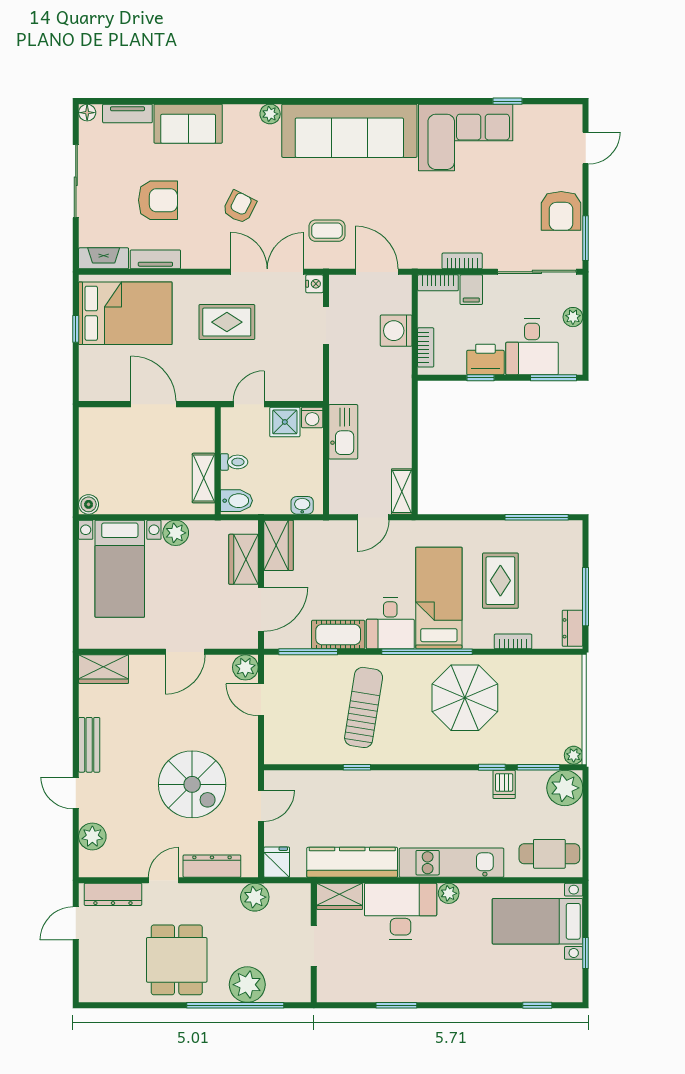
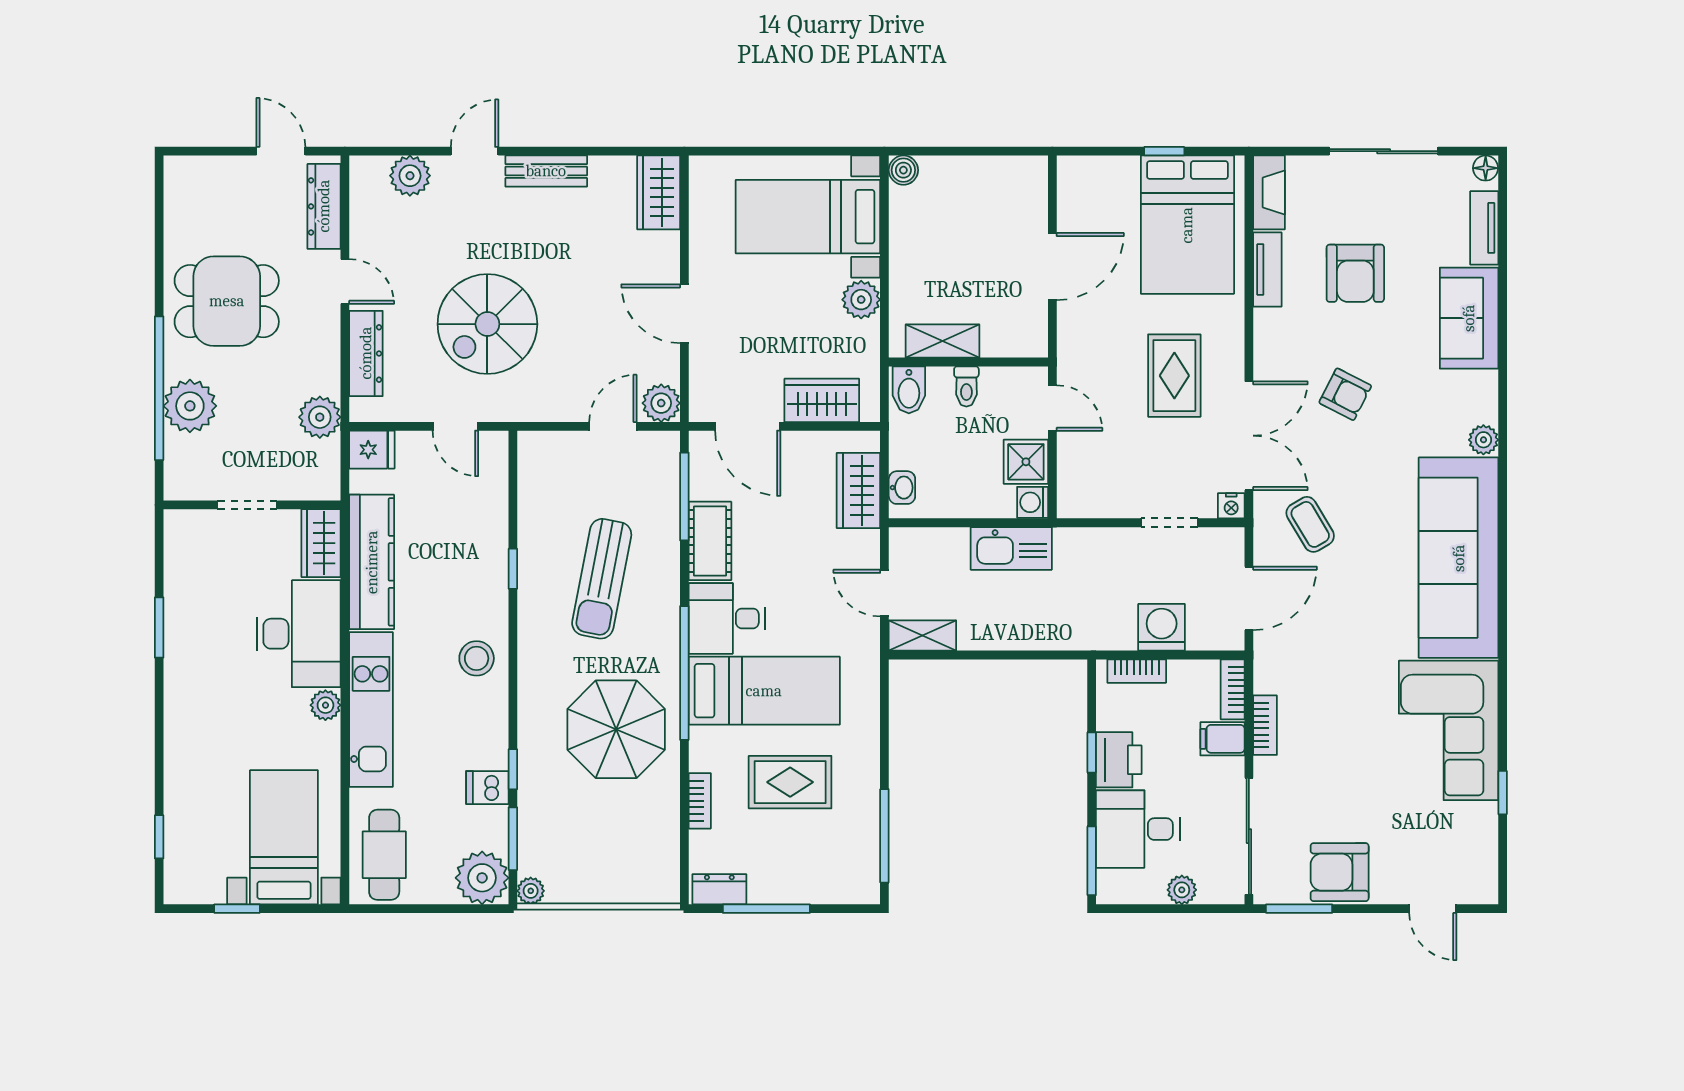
coffee table: (327, 231) -> (1310, 524), turned -31
wardrobe: (279, 545) -> (858, 491), moved, turned 90
sun lounger: (364, 707) -> (602, 579), turned 92
stool: (417, 792) -> (477, 658), added

